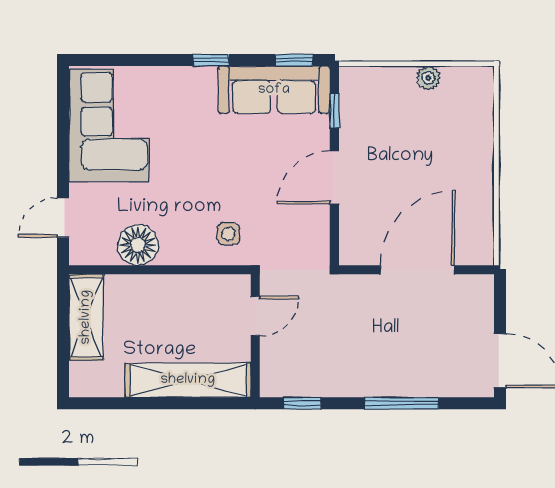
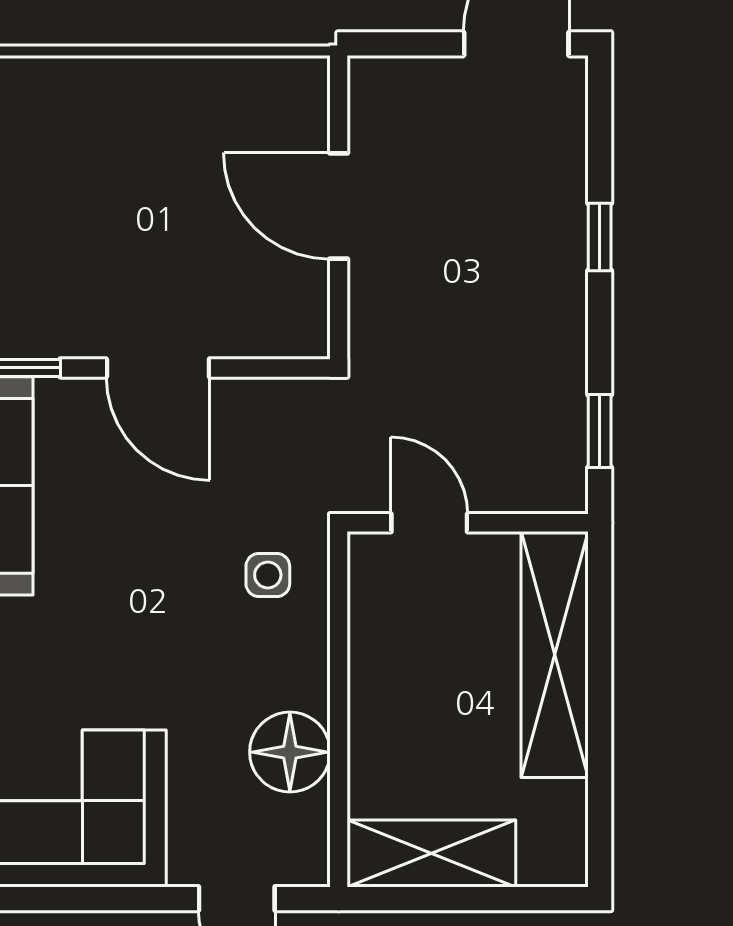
door: (417, 270) -> (339, 206), width x0.73
window: (401, 403) -> (600, 237), width x0.46

